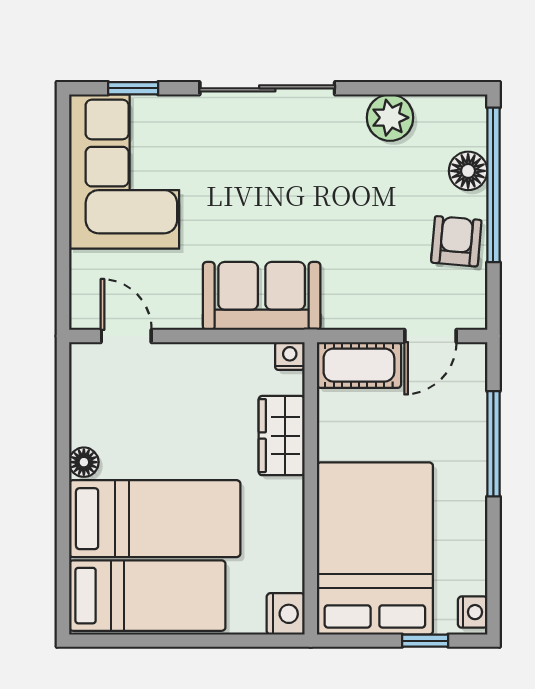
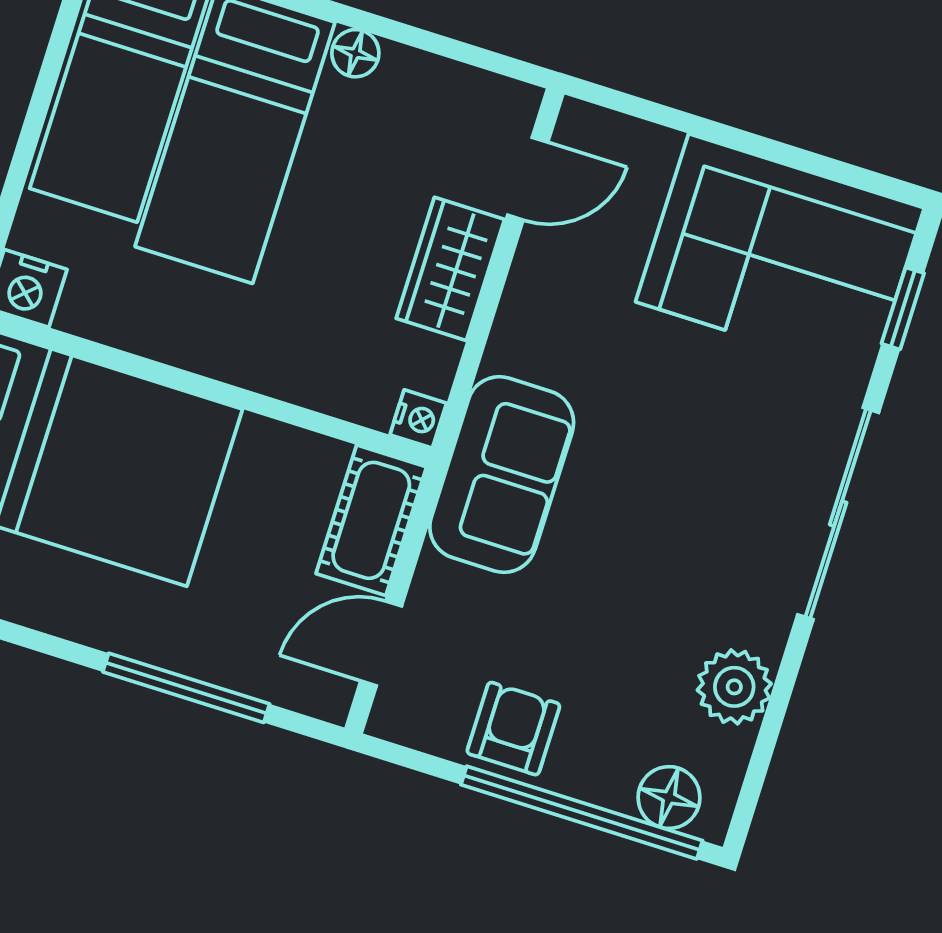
floor lamp: (468, 171) -> (669, 797), moved
armchair: (456, 241) -> (513, 729), turned -95
sofa: (262, 296) -> (502, 475), moved
door: (430, 336) -> (381, 643), hinge flipped
wardrobe: (282, 436) -> (450, 269), moved, turned -90

